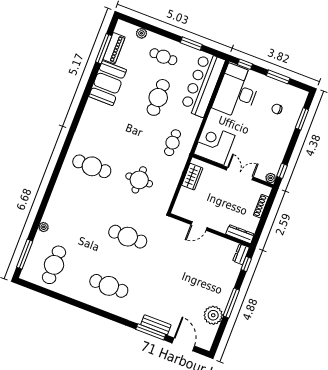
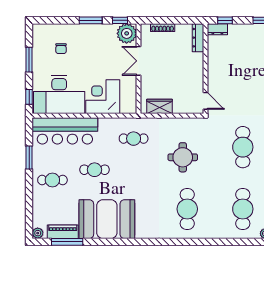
plant: (141, 33) -> (38, 233), moved
cafe table: (163, 57) -> (52, 180), turned 90
booth: (108, 83) -> (107, 219), width x1.36, depth x1.42
cafe table: (158, 97) -> (94, 170), width x0.73, depth x0.74
window: (302, 119) -> (91, 20), moved
corner desk: (214, 145) -> (103, 97), moved, turned 90
plant: (271, 178) -> (127, 33), width x1.88, depth x1.88
cafe table: (73, 216) -> (243, 209), added
door: (199, 226) -> (205, 101), moved

